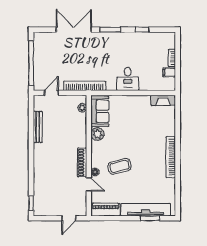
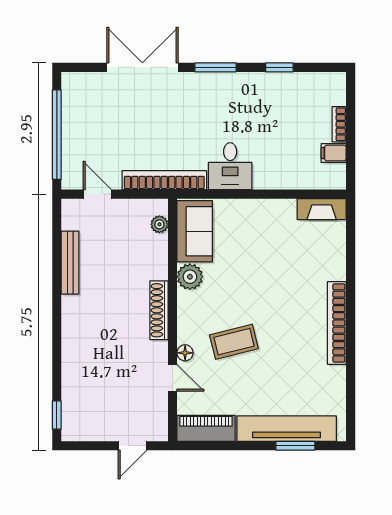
desk: (128, 79) -> (230, 166), moved
door: (51, 93) -> (97, 194), hinge flipped
shoe rack: (82, 162) -> (159, 310), moved

